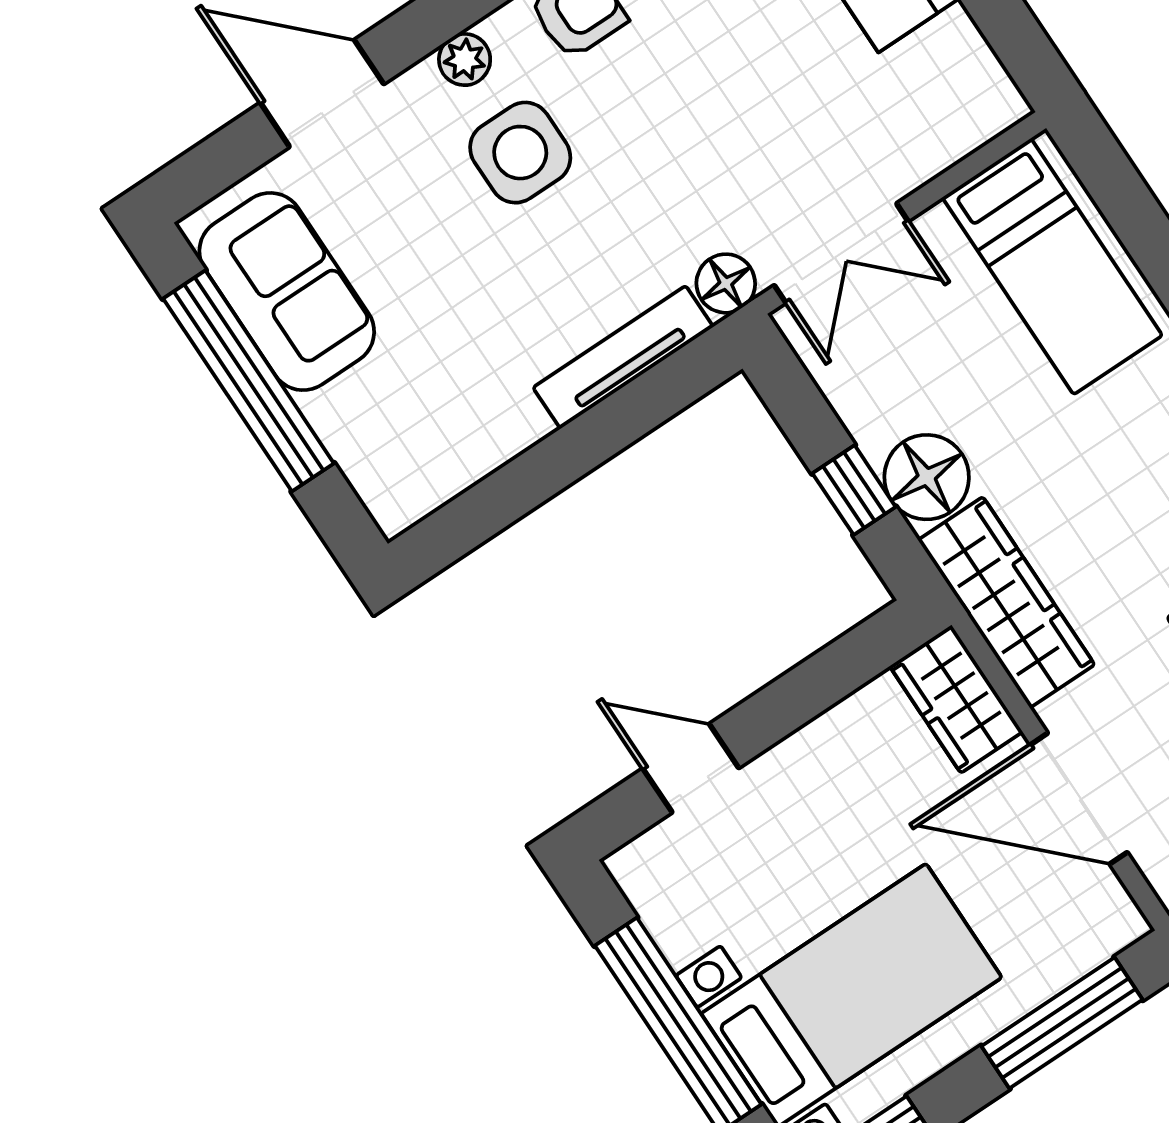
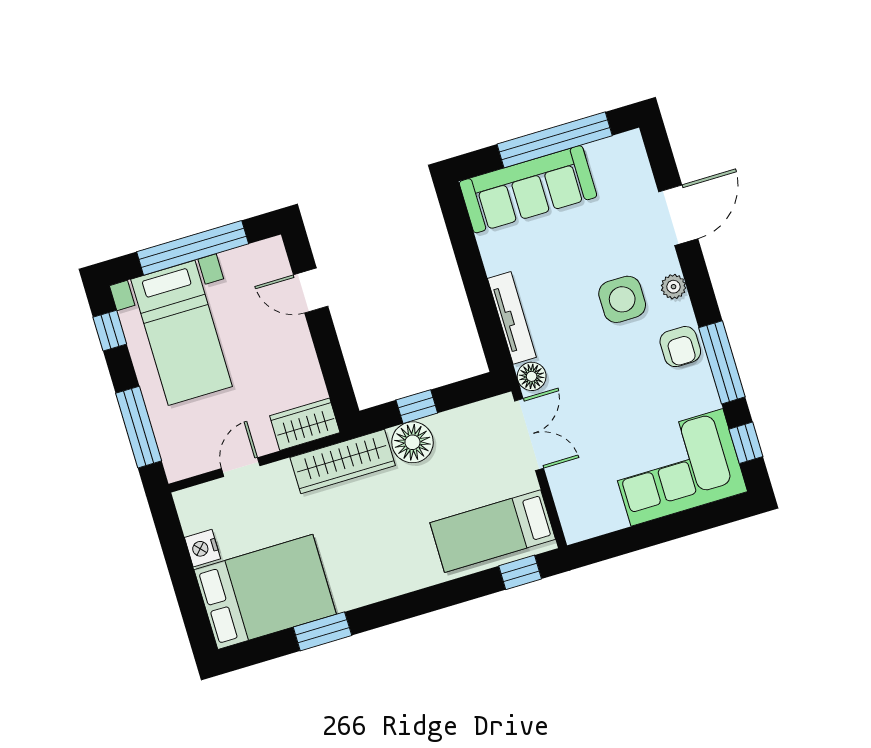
window: (1117, 188) -> (520, 572), added
double door: (841, 253) -> (529, 435), swing flipped
sofa: (287, 292) -> (528, 189), moved, width x1.36
door: (691, 768) -> (311, 290), swing flipped
door: (1079, 799) -> (241, 467), width x0.53

